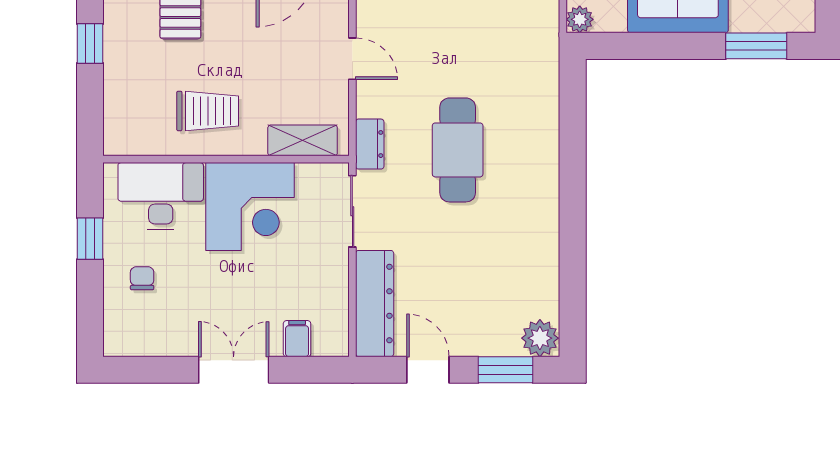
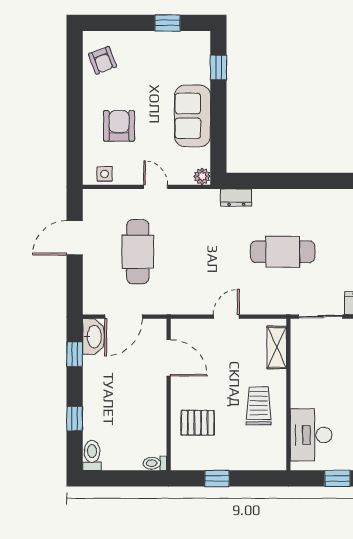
window: (756, 46) -> (218, 68), width x0.67
dresser: (370, 144) -> (236, 198), moved, turned 180
corner desk: (250, 207) -> (318, 380), removed

